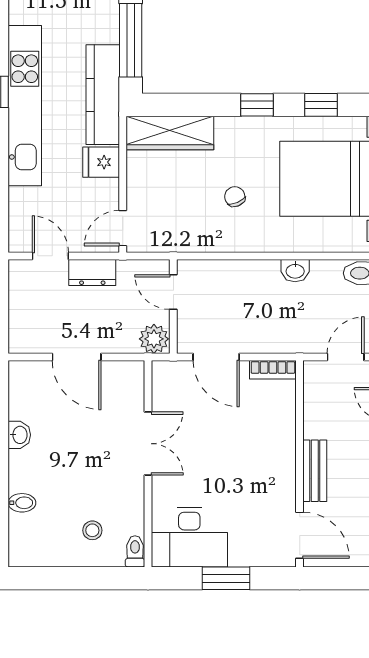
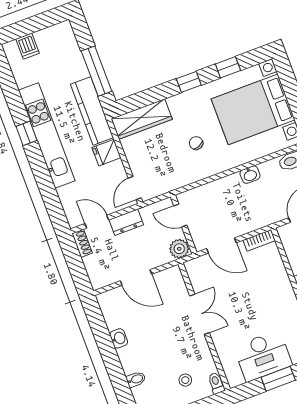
shoe rack: (18, 279) -> (82, 243), added
desk: (189, 537) -> (263, 356), moved

